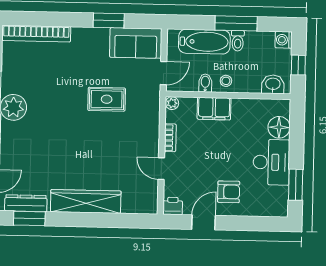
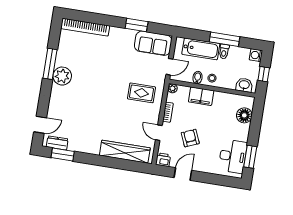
rug: (107, 99) -> (141, 93), moved
desk: (271, 162) -> (233, 156), moved
armchair: (229, 192) -> (190, 138), moved, turned -113
wardrobe: (86, 201) -> (125, 152), moved
dresser: (26, 203) -> (57, 143), width x0.70

